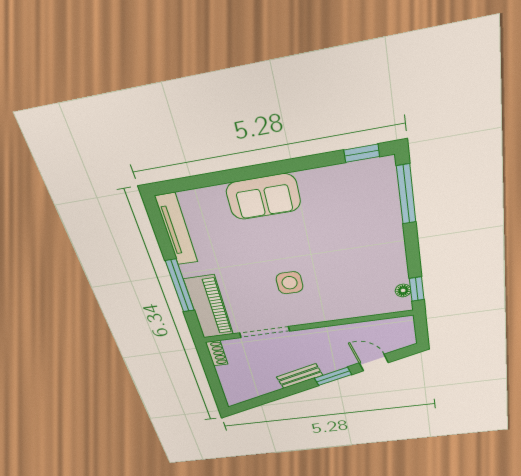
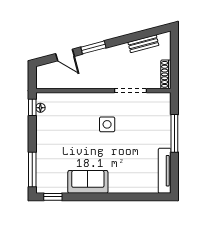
sofa: (263, 197) -> (88, 182), moved
piano: (209, 307) -> (161, 115), removed
shoe rack: (217, 353) -> (166, 74), width x1.43
bench: (300, 376) -> (143, 44), moved

